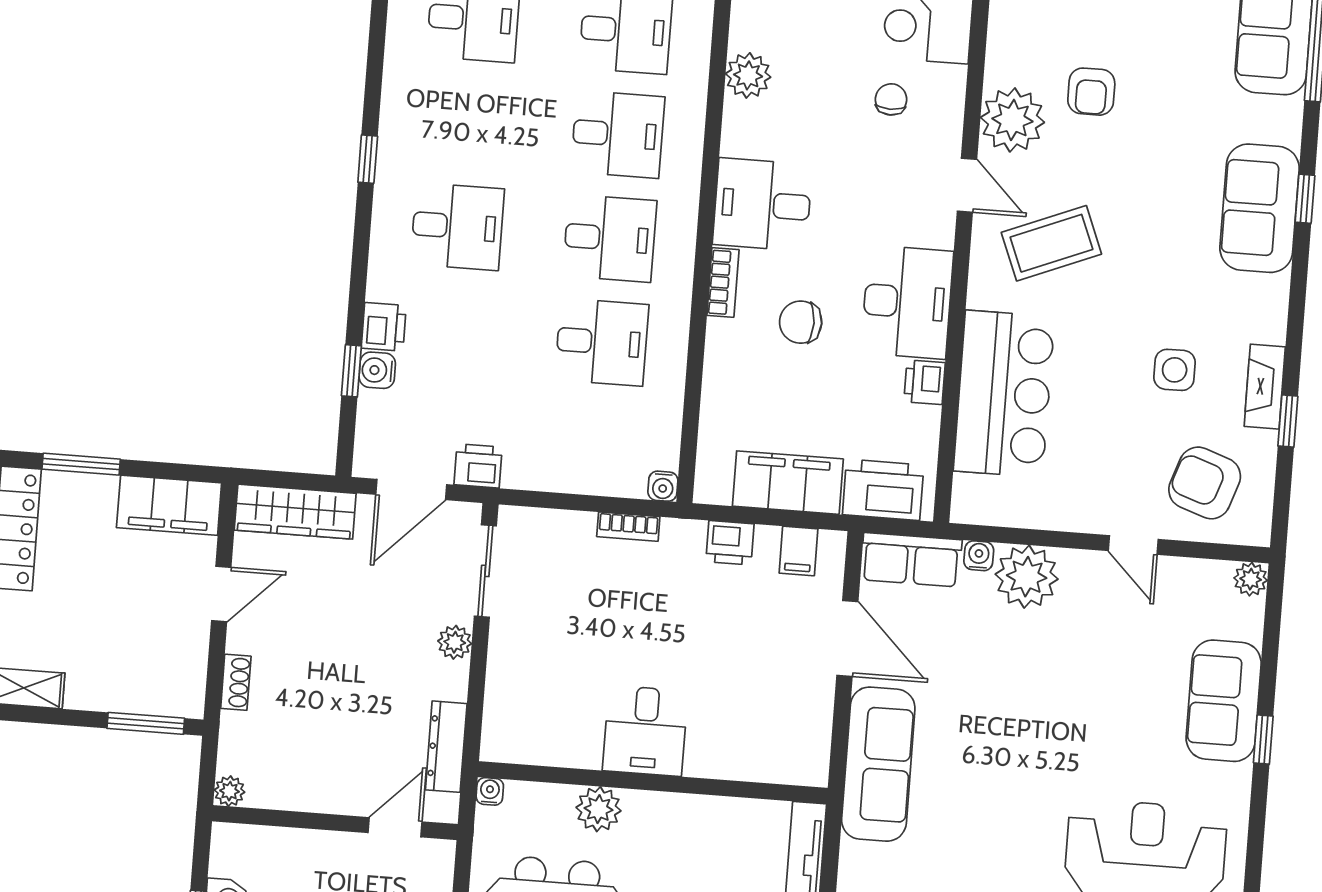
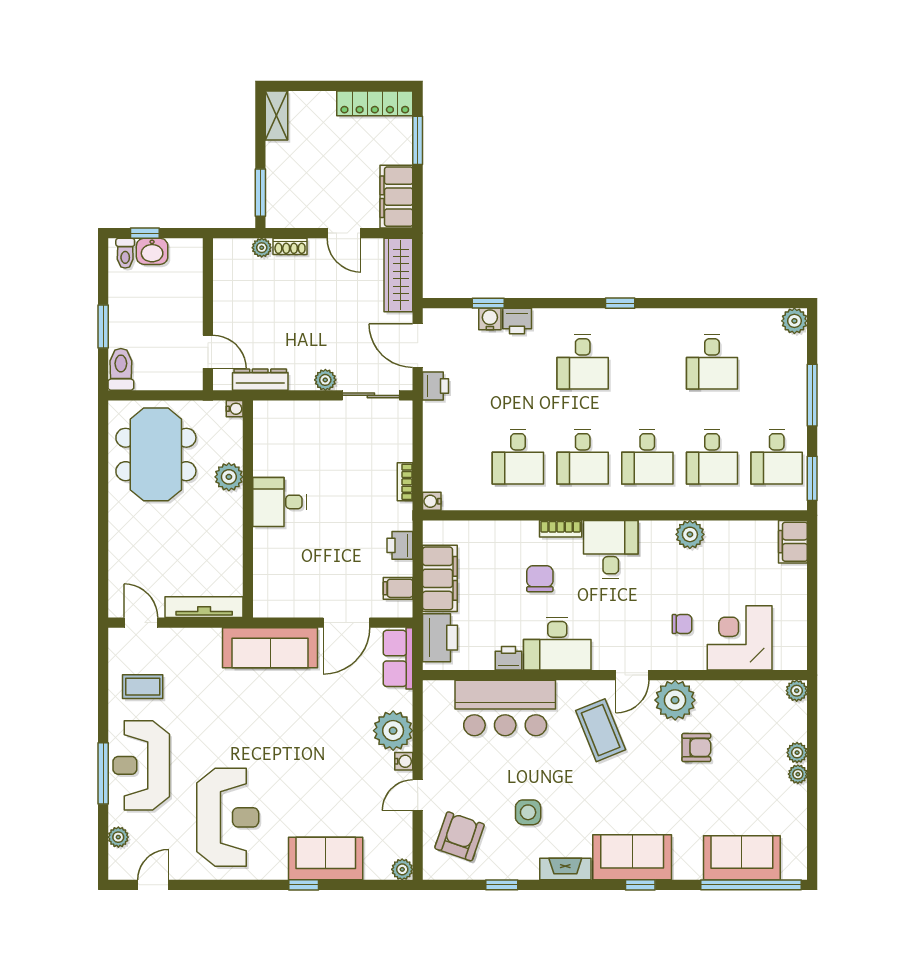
armchair: (1091, 92) -> (696, 748), turned 180
fireplace: (1265, 387) -> (565, 869), moved
water cooler: (979, 556) -> (404, 761), moved
plant: (230, 791) -> (262, 248), moved

